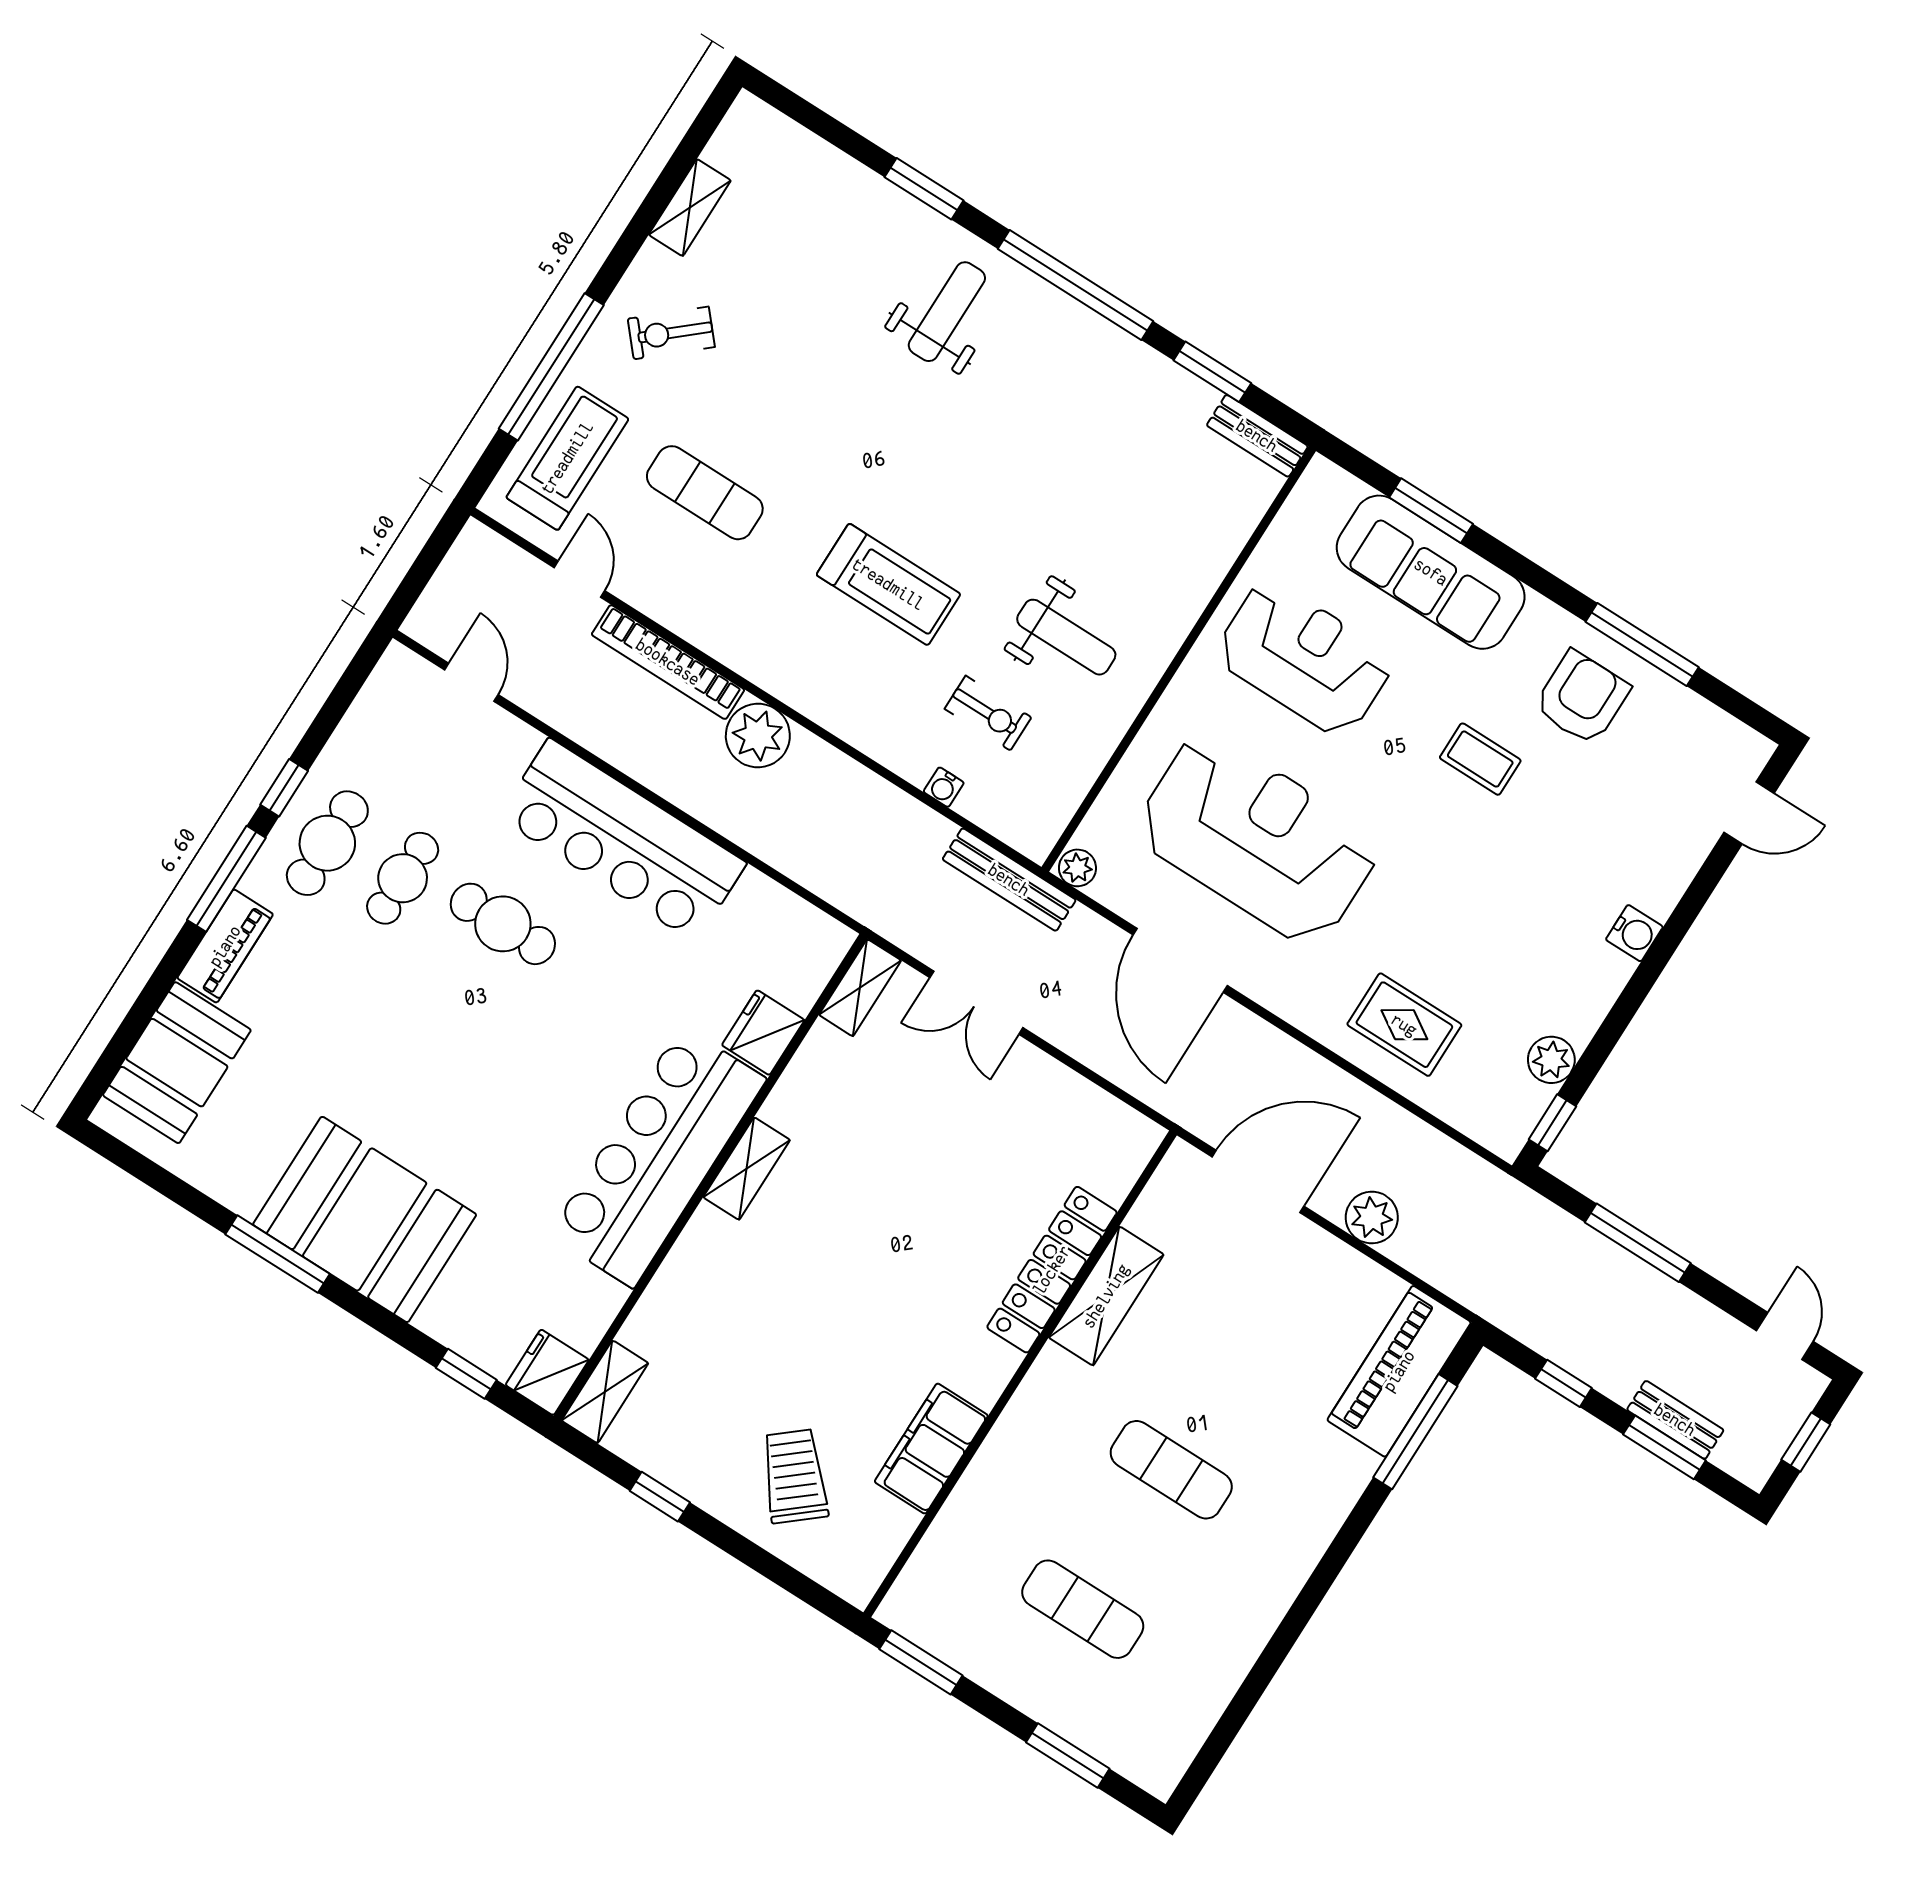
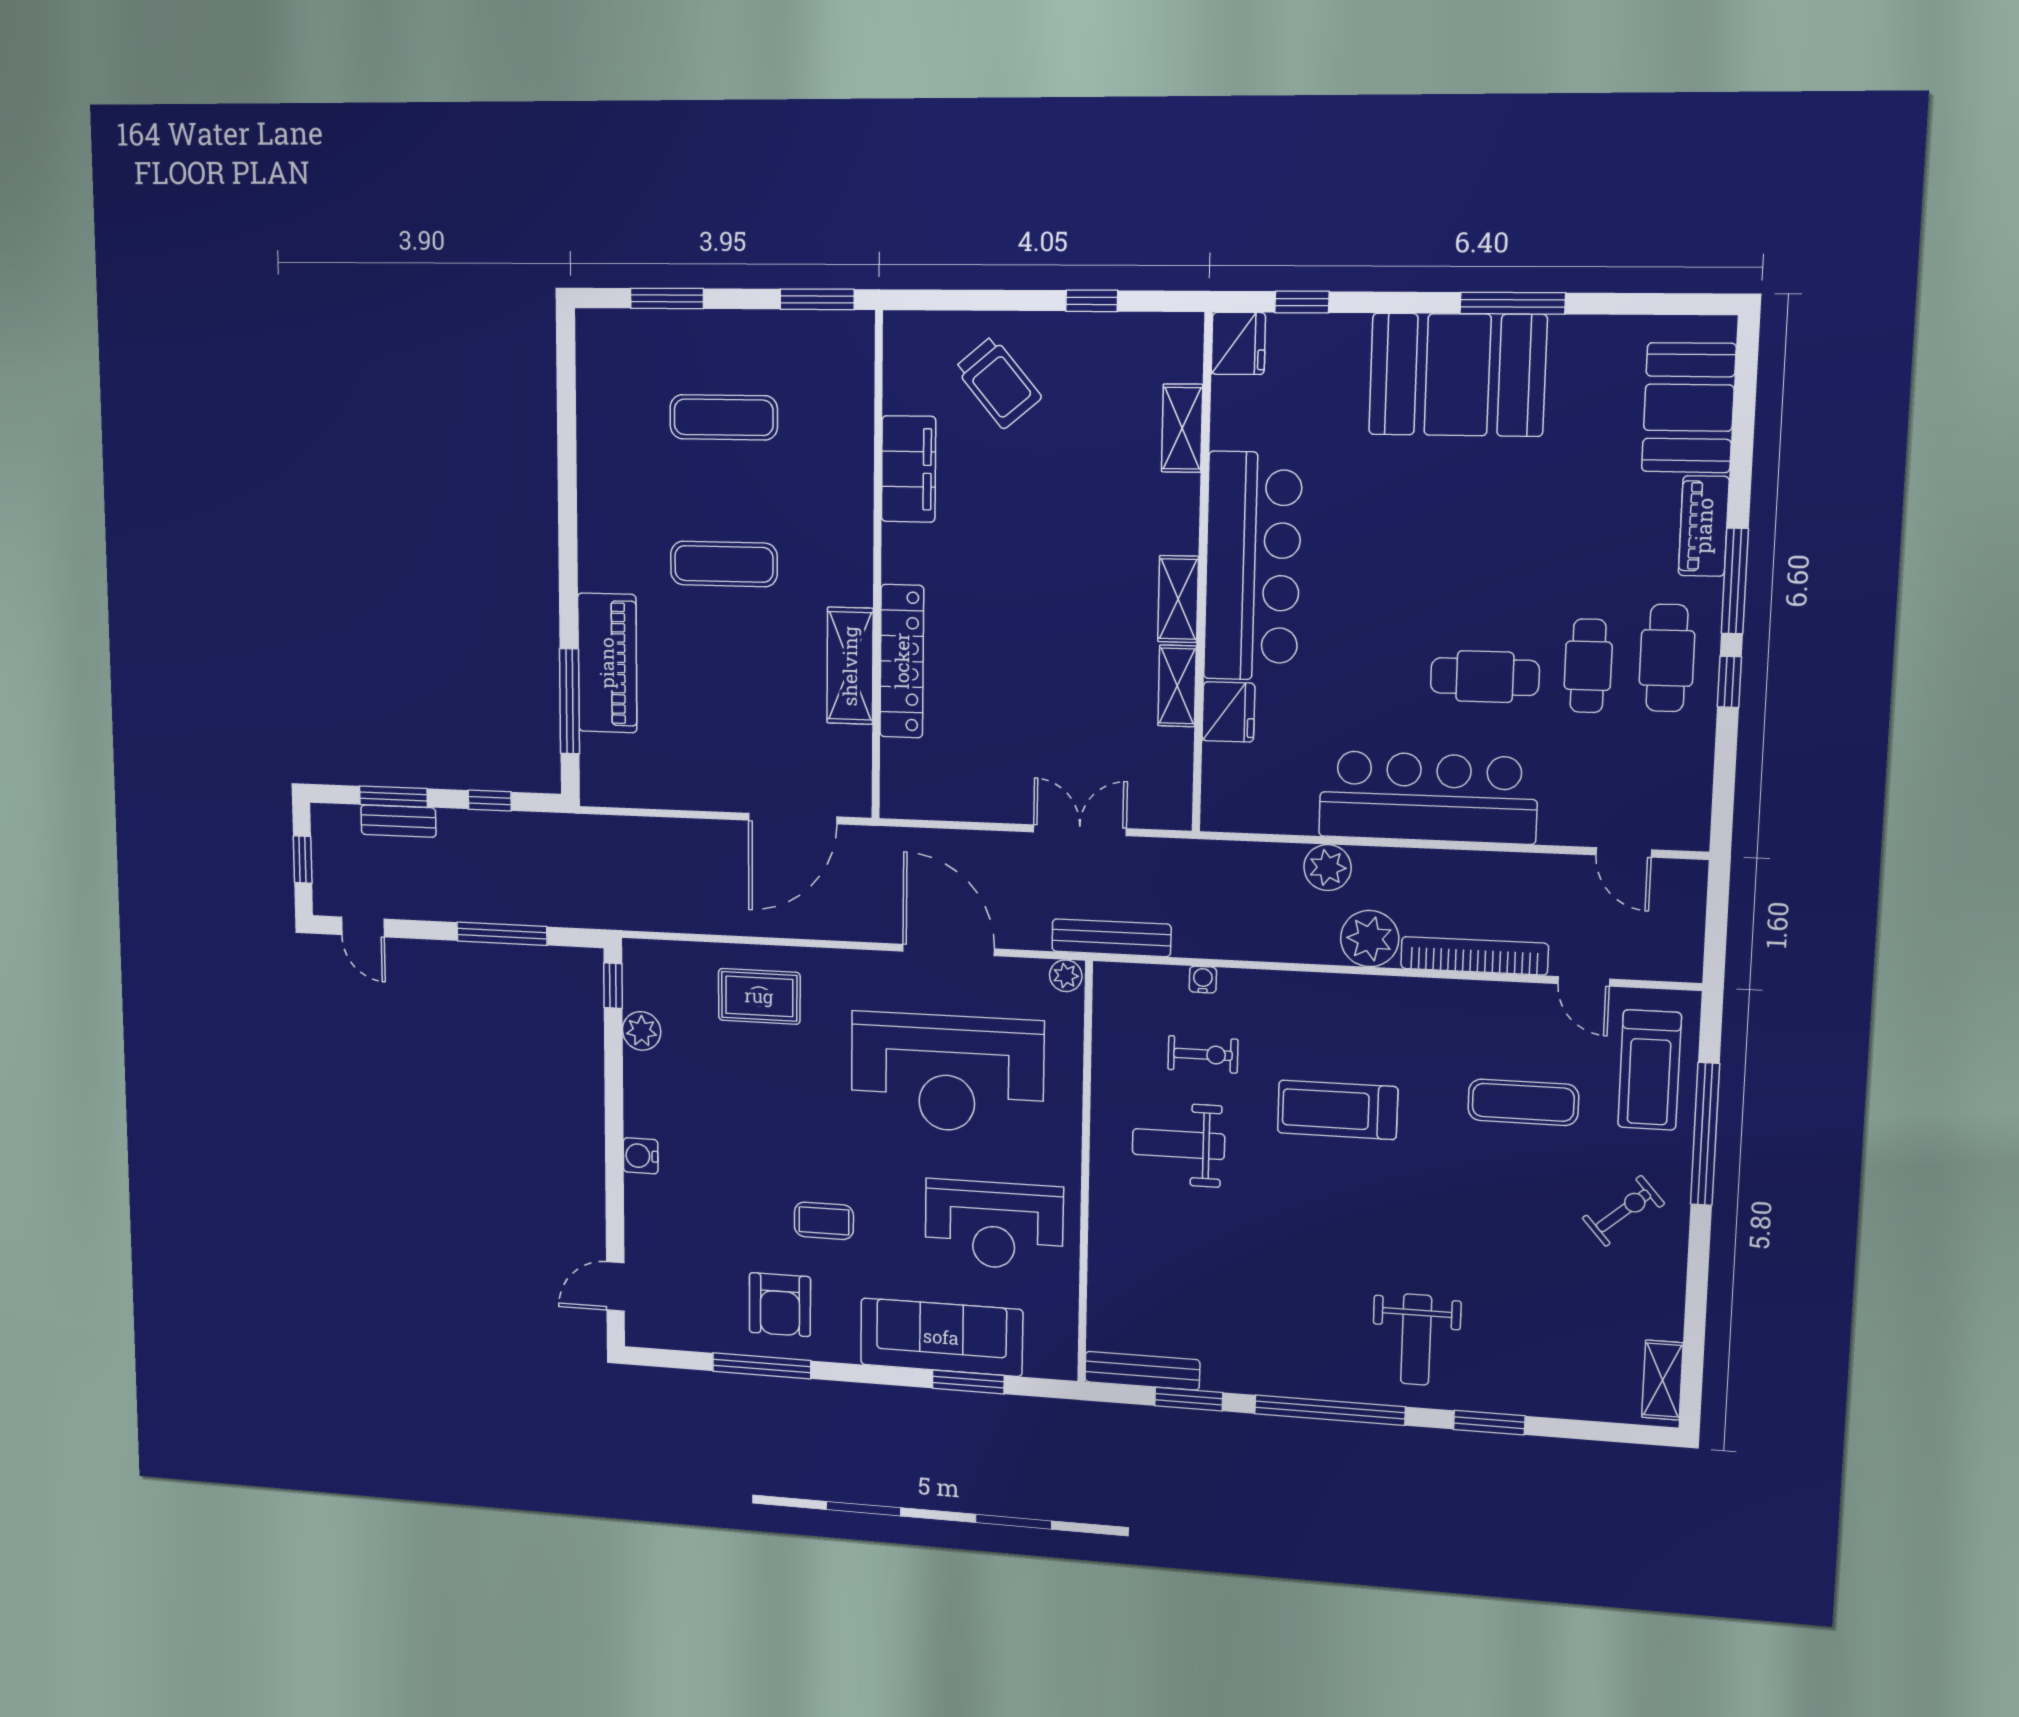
shelving: (690, 208) -> (1662, 1380), moved
bench: (1257, 436) -> (1142, 1371), width x1.36
exercise bike: (988, 713) -> (1203, 1054), turned 180
shelving: (860, 988) -> (1177, 686), moved
plant: (1372, 1218) -> (1328, 868), moved
piano: (1399, 1371) -> (607, 663), moved
shelving: (605, 1392) -> (1182, 428), moved

